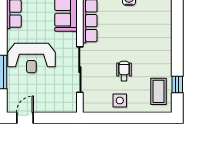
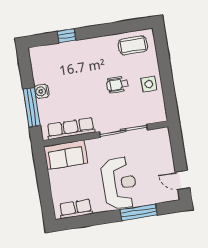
window: (177, 85) -> (67, 36), moved

